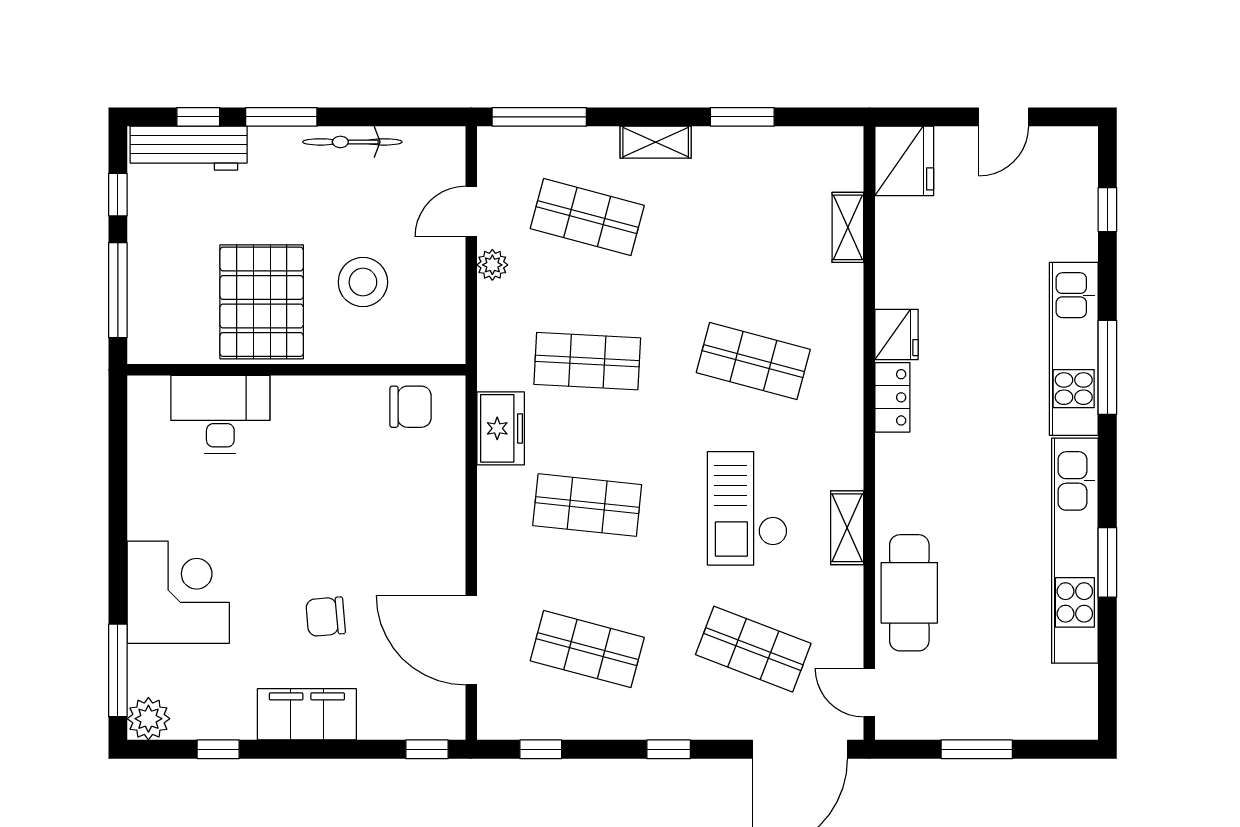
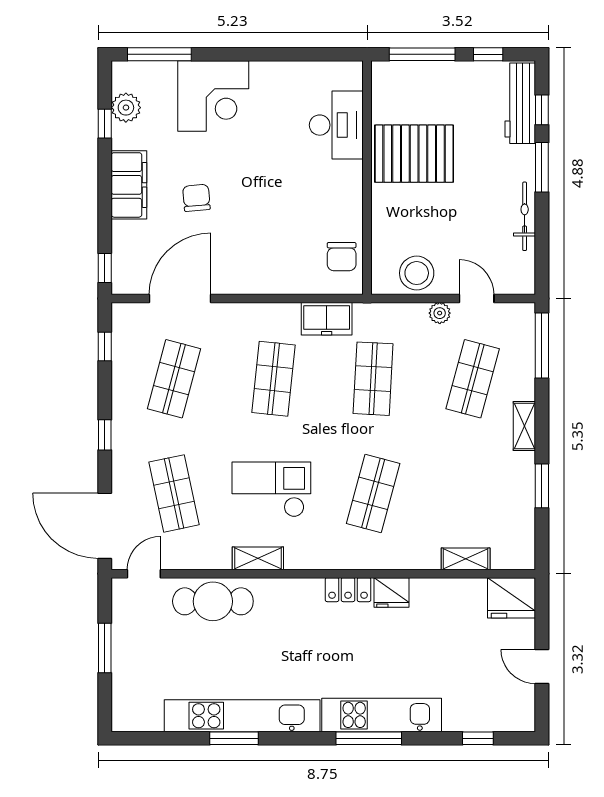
stool: (363, 282) -> (417, 273), moved
shop shelf: (753, 649) -> (174, 493), turned -33
plant: (148, 719) -> (126, 108), moved

